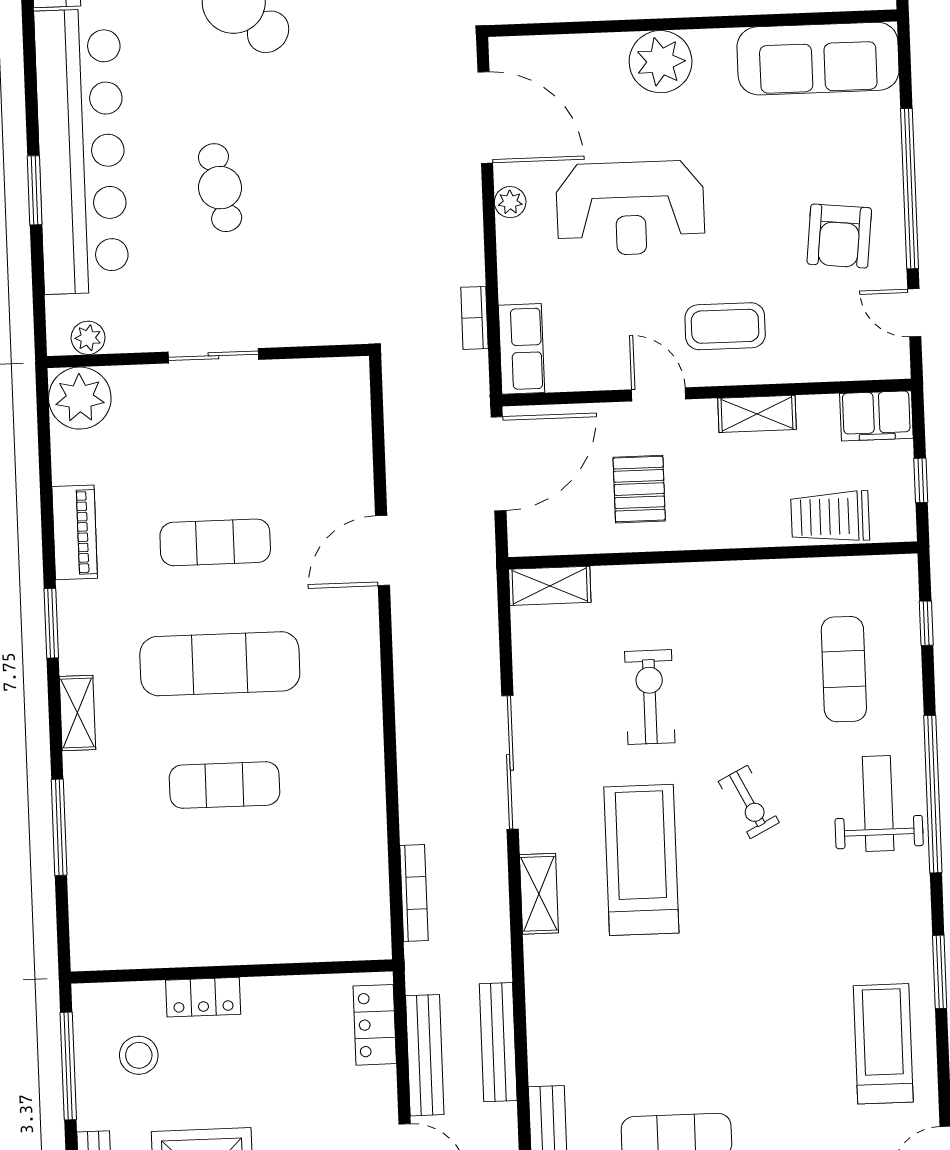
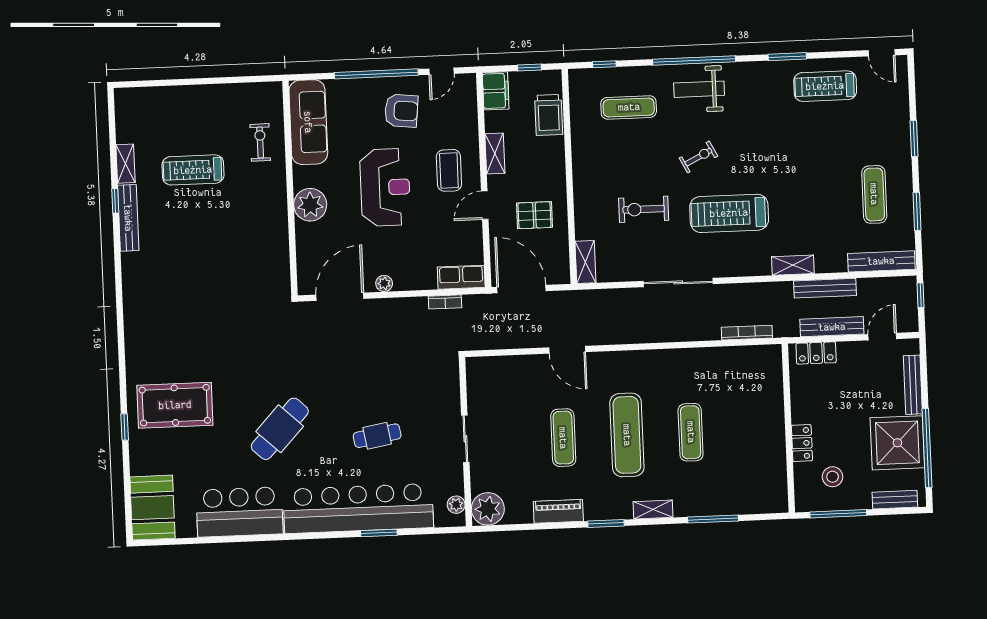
reception desk: (630, 208) -> (385, 187), moved
shelving: (539, 894) -> (793, 265), moved

